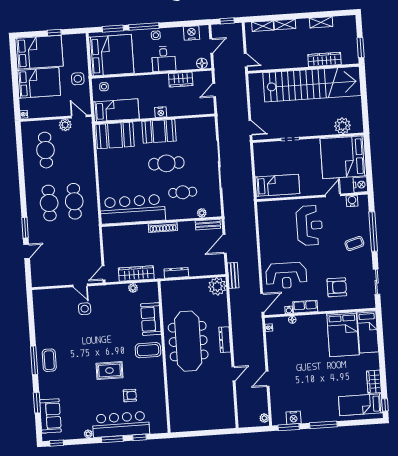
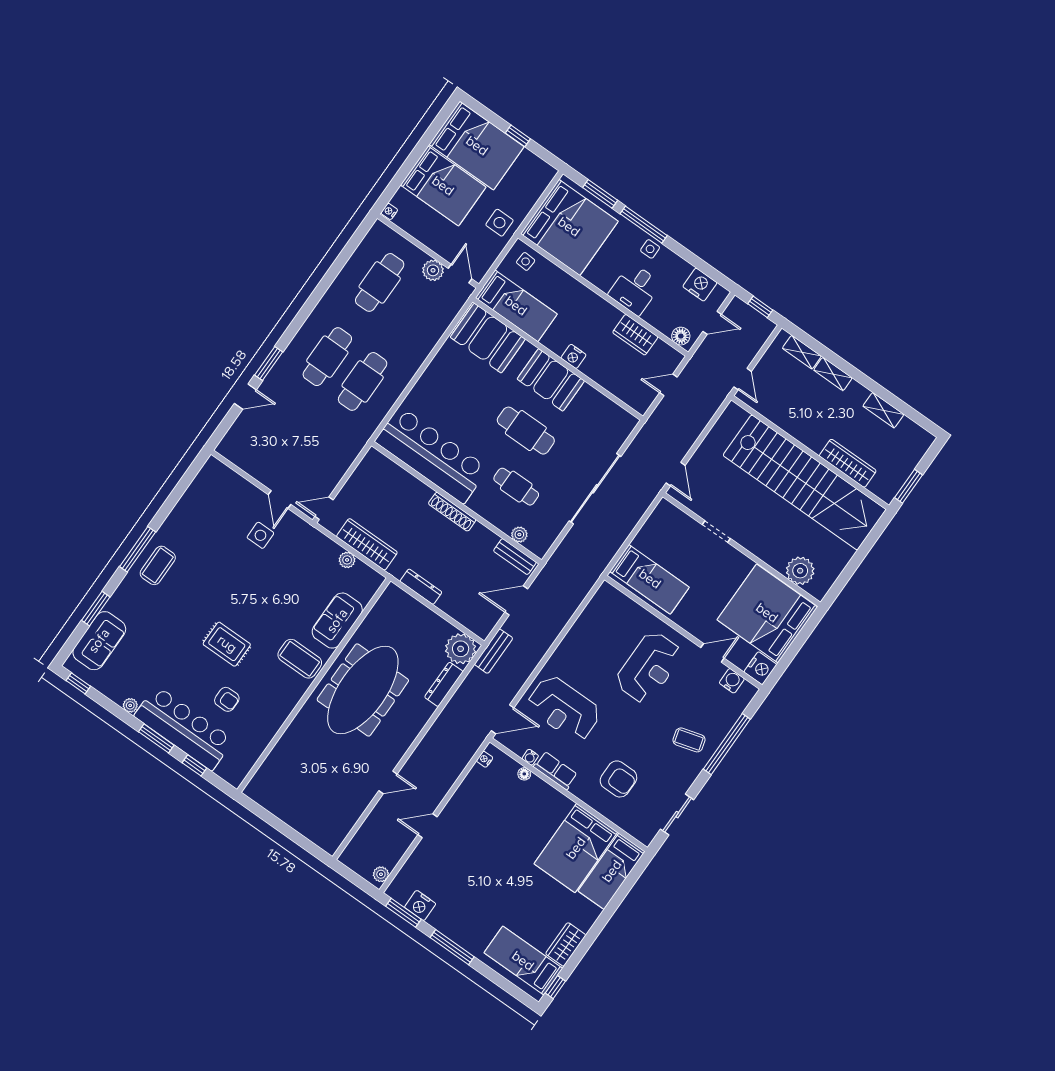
dresser: (225, 340) -> (444, 684), moved

